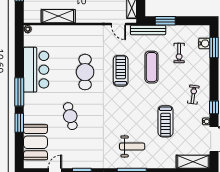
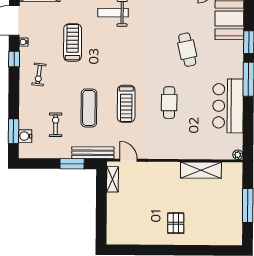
cafe table: (85, 72) -> (169, 103), width x0.73, depth x0.74

